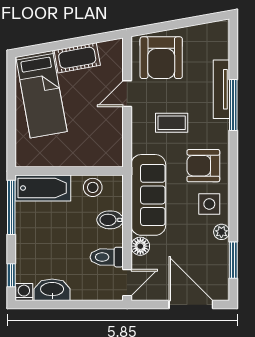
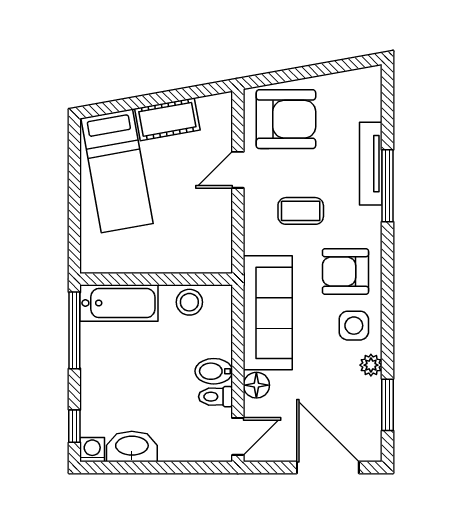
armchair: (161, 58) -> (286, 119), turned -90
bidet: (110, 220) -> (214, 371), moved
toilet: (107, 257) -> (216, 397), width x0.73, depth x0.72

